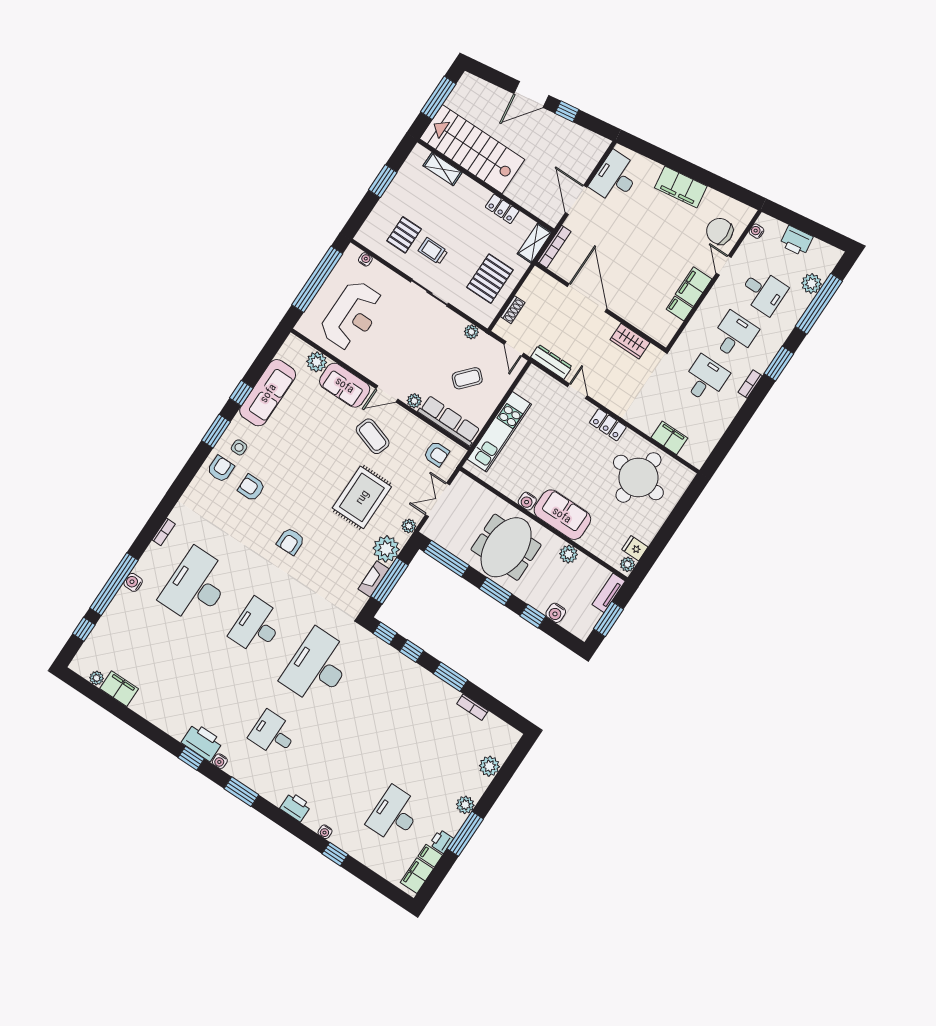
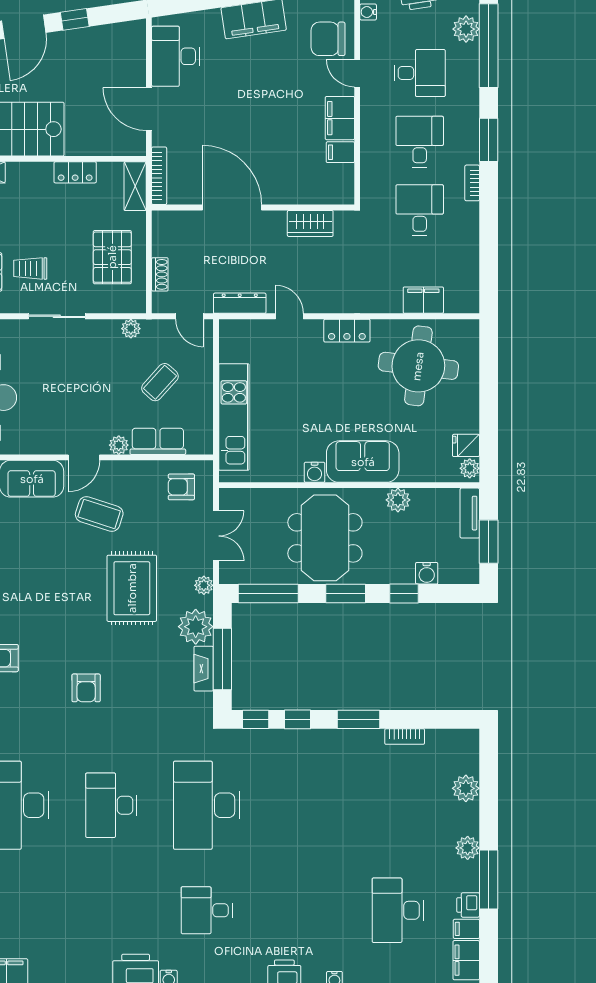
row of seats: (449, 421) -> (158, 441), width x0.68
armchair: (436, 454) -> (181, 487), turned 180
double door: (438, 500) -> (216, 536), swing flipped

